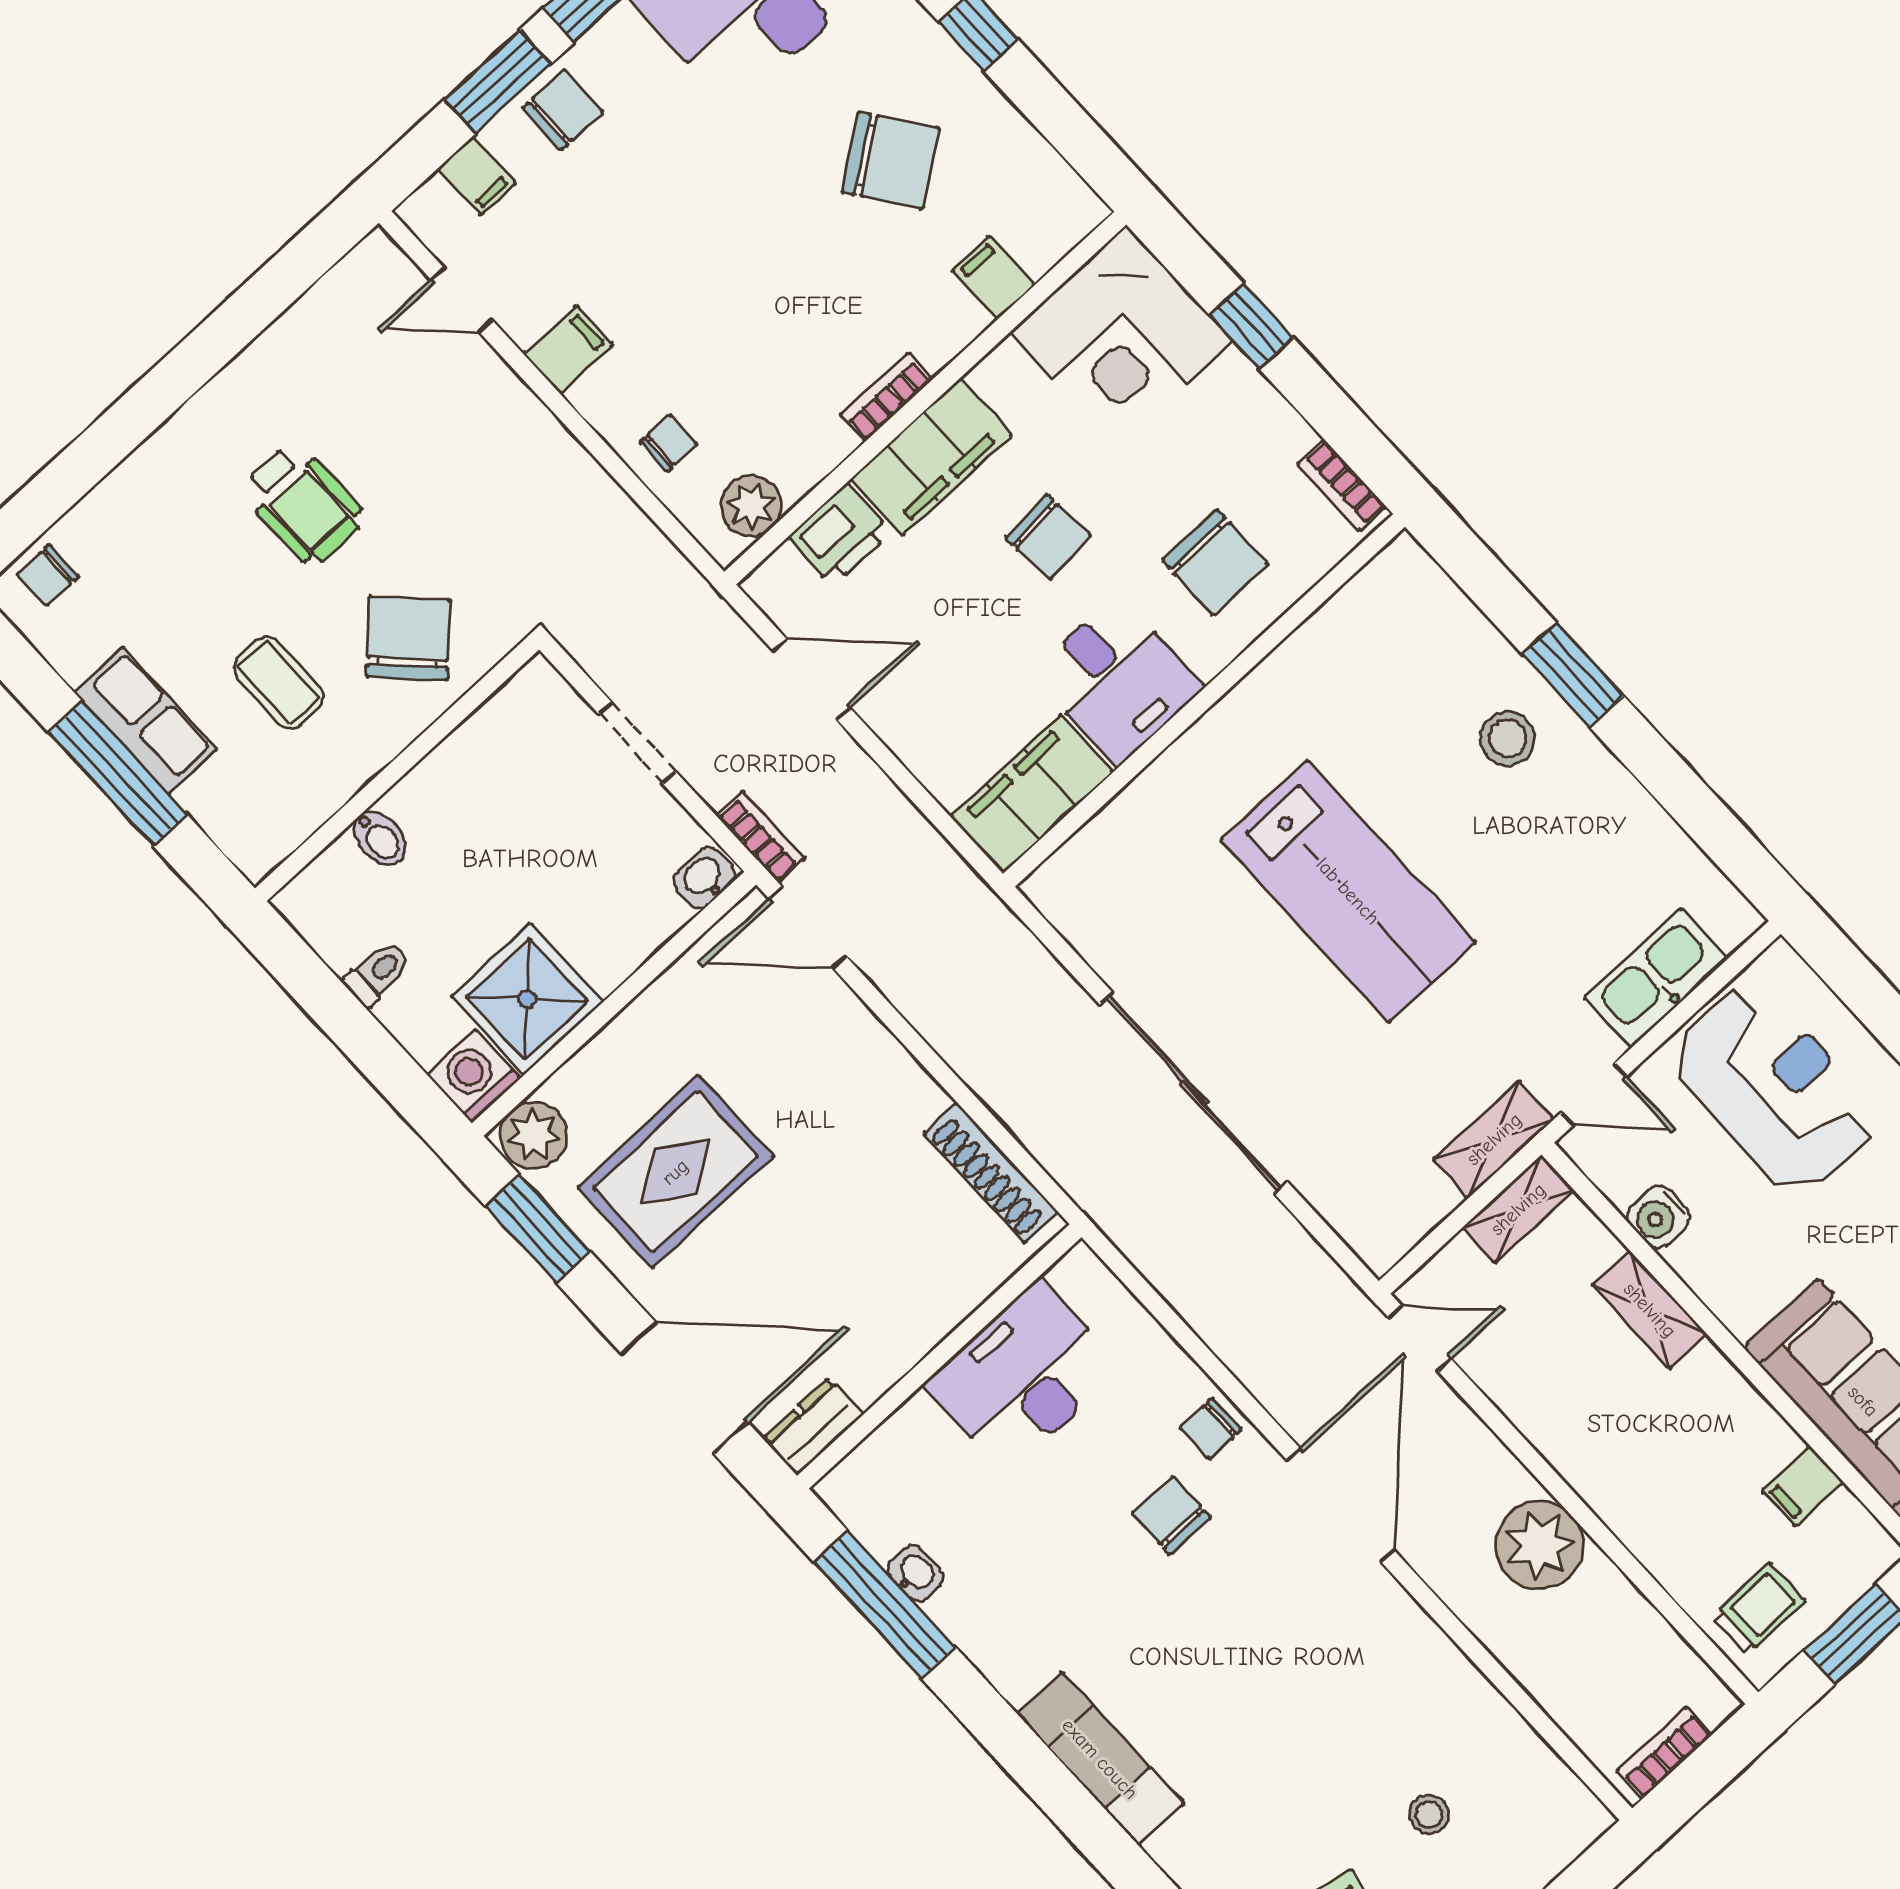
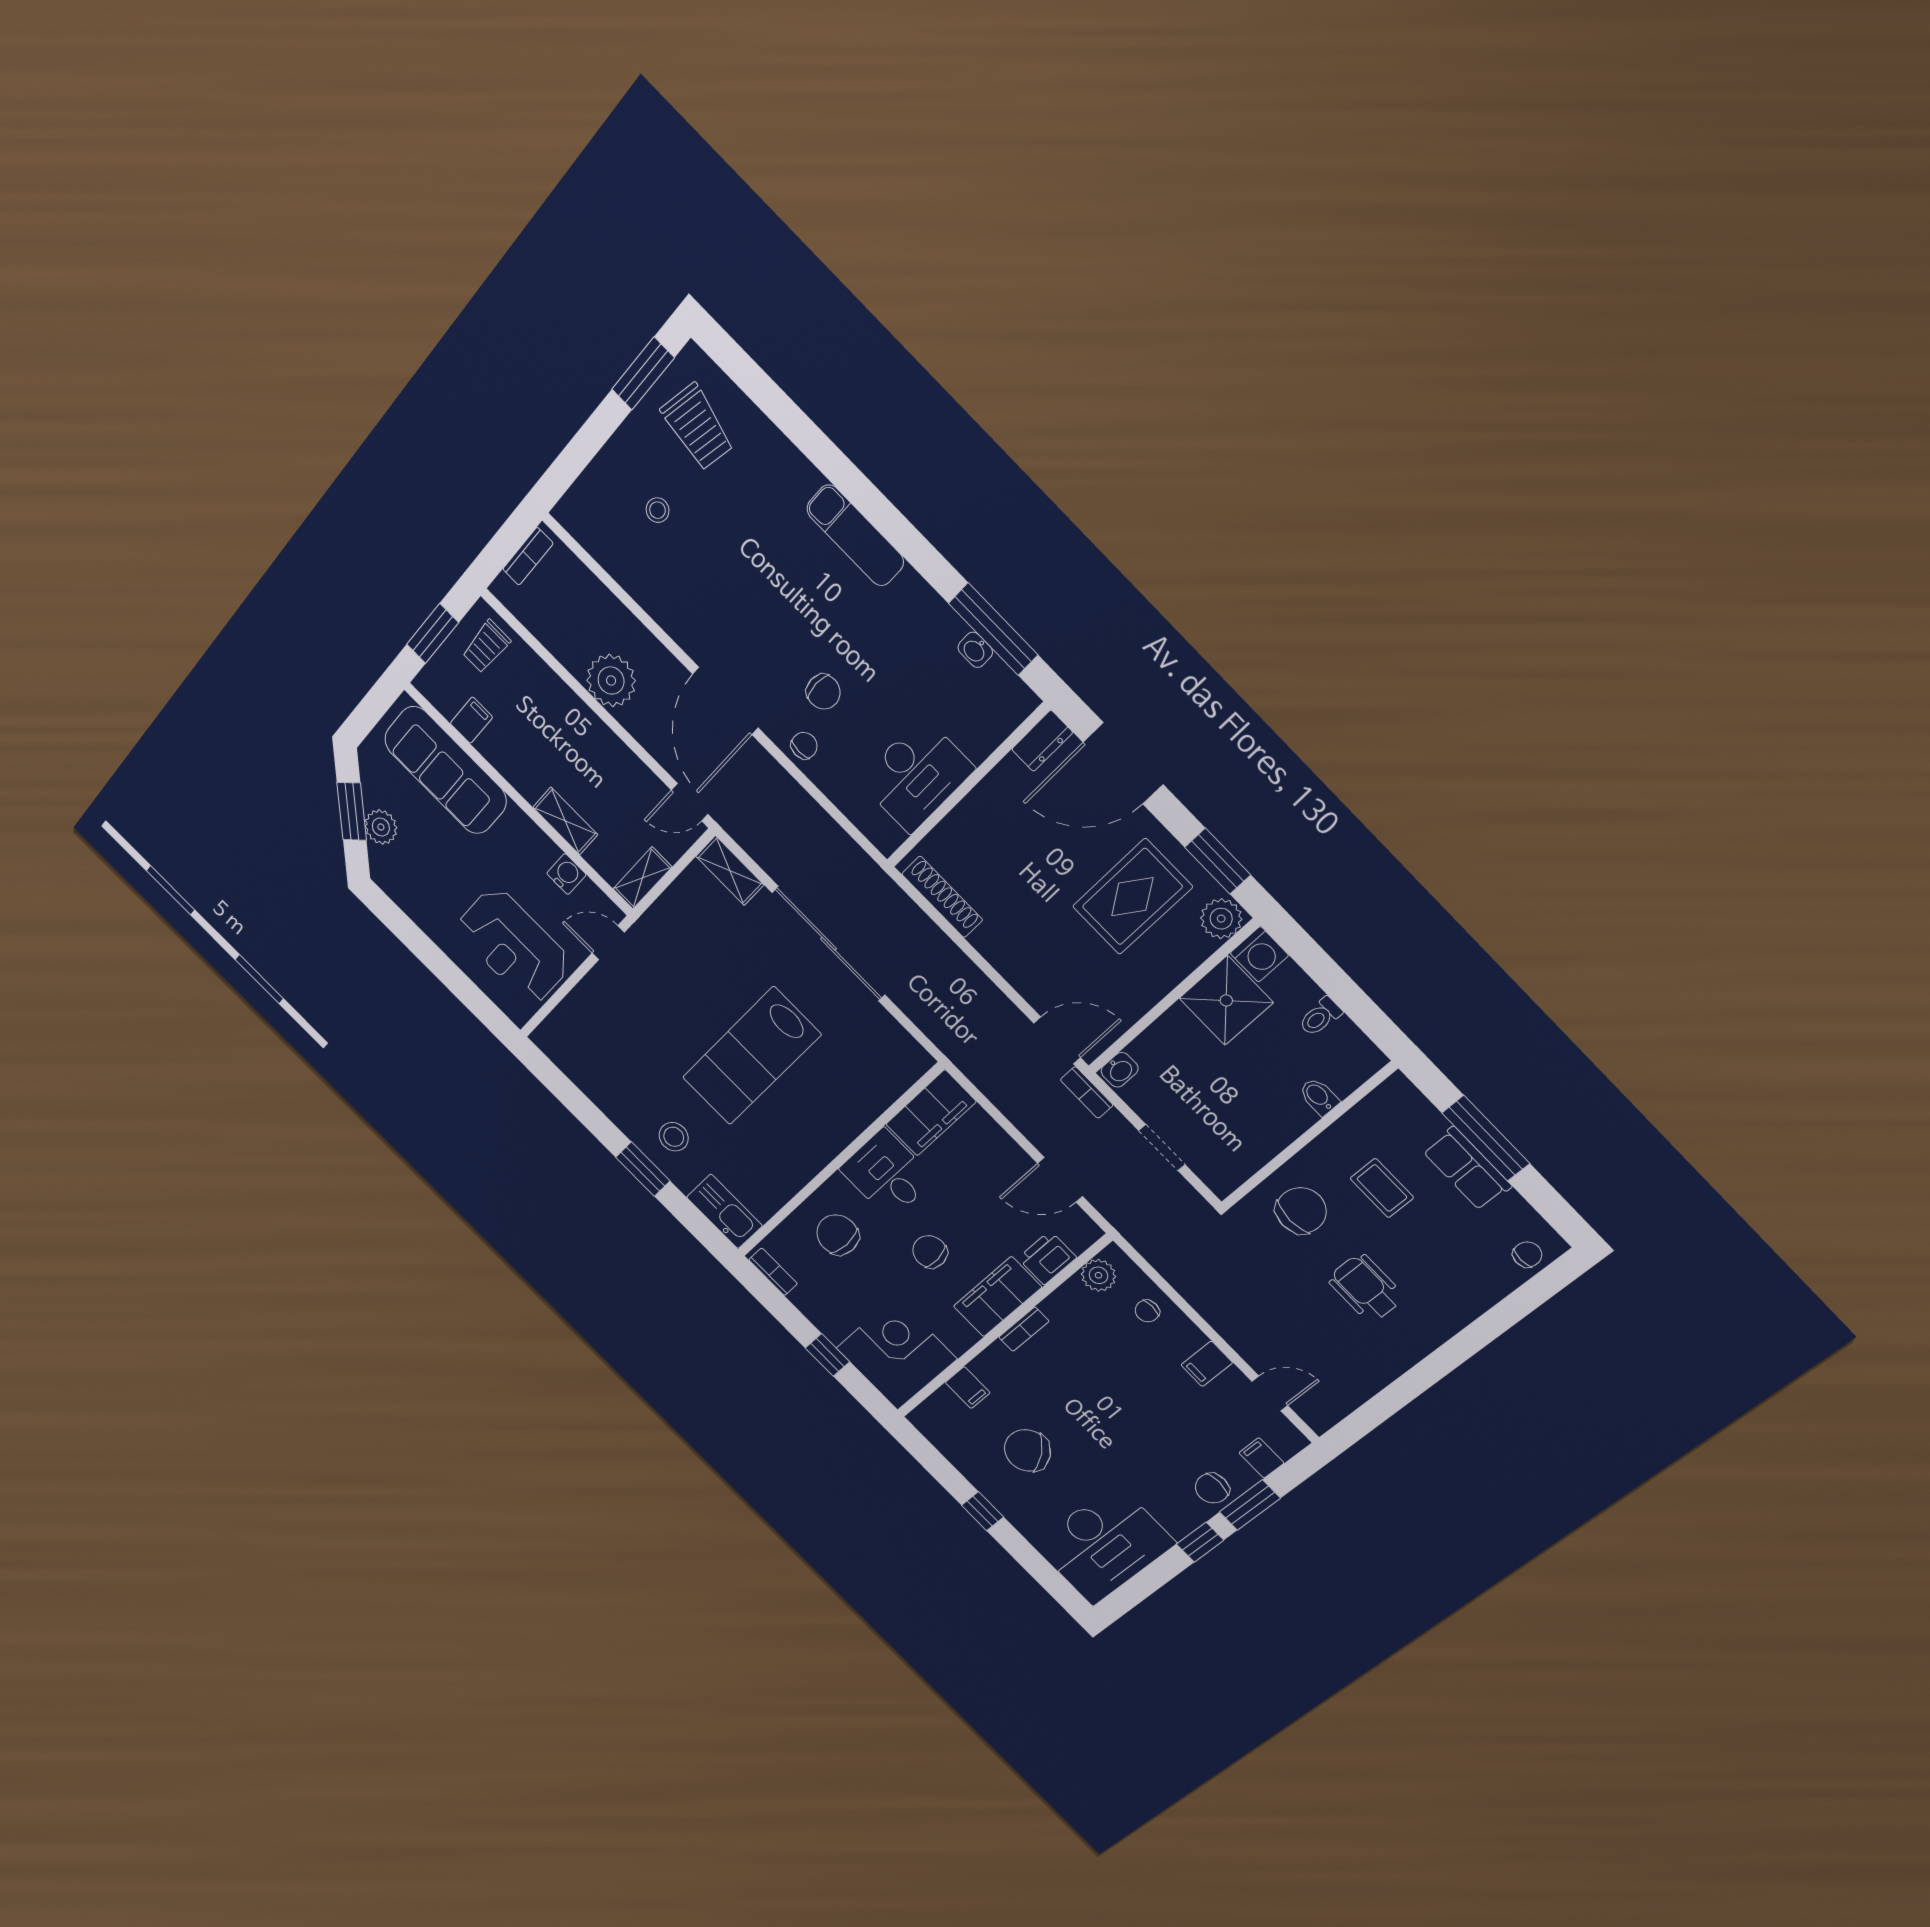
chair: (408, 638) -> (1301, 1211), turned -135
lab bench: (1348, 891) -> (751, 1056), turned -90
kitchen sink: (1656, 978) -> (724, 1211), moved, turned -90
shelving: (1494, 1139) -> (730, 871), moved, turned 90

